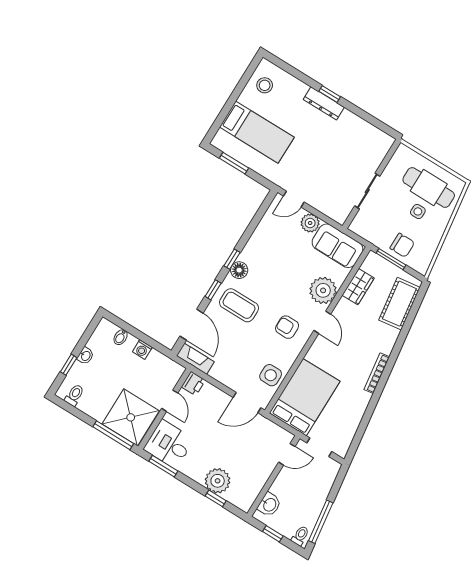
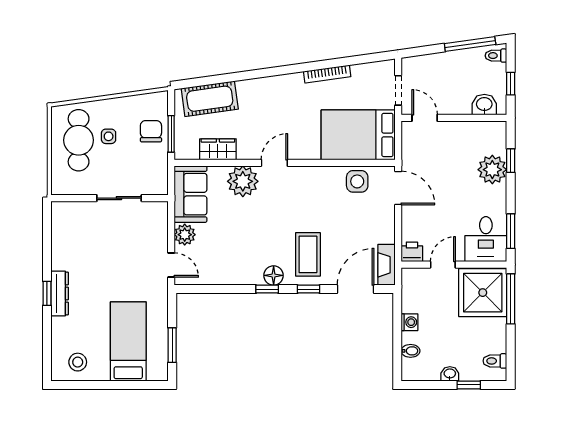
armchair: (287, 327) -> (300, 194), removed
bookcase: (377, 373) -> (327, 74), moved

